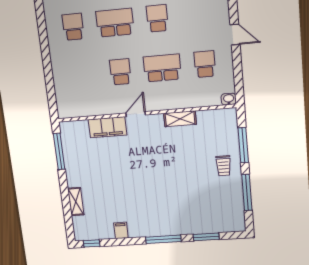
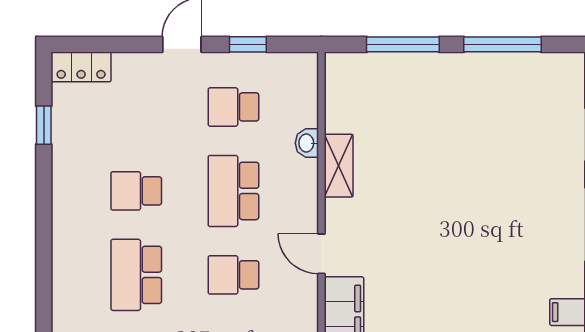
window: (237, 68) -> (248, 44), added
washbasin: (229, 99) -> (307, 143), moved
trolley: (223, 166) -> (442, 87), removed

